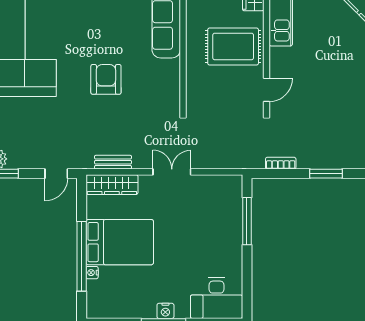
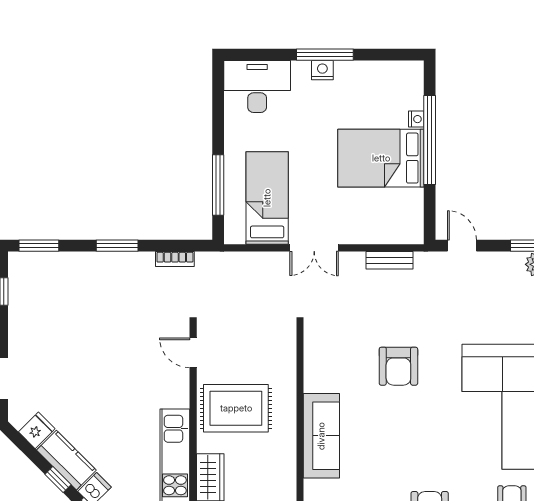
door: (267, 90) -> (193, 353), hinge flipped
door: (56, 174) -> (462, 246), hinge flipped
wardrobe: (112, 185) -> (391, 232), removed
bed: (209, 211) -> (267, 198), added

